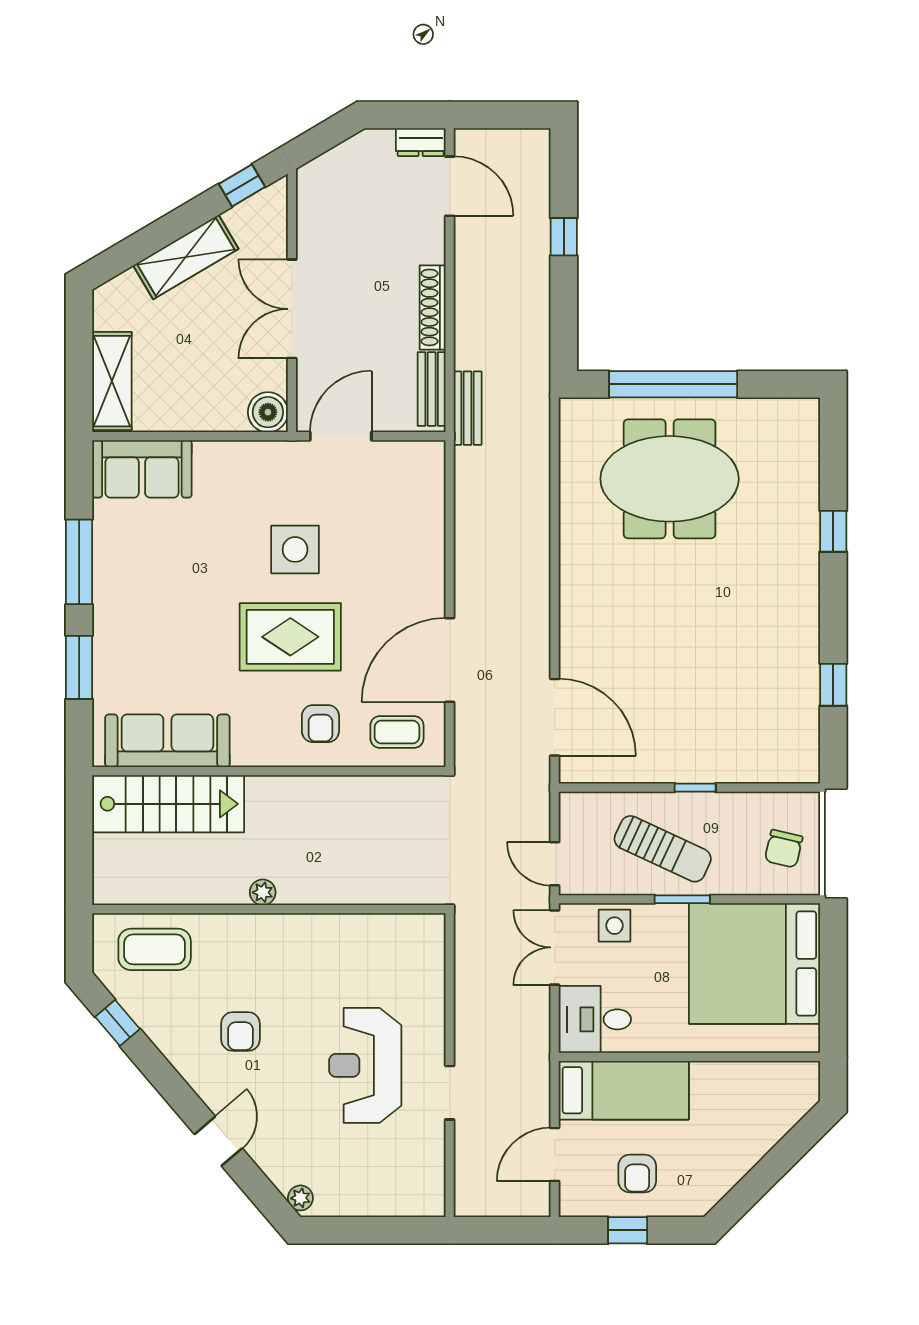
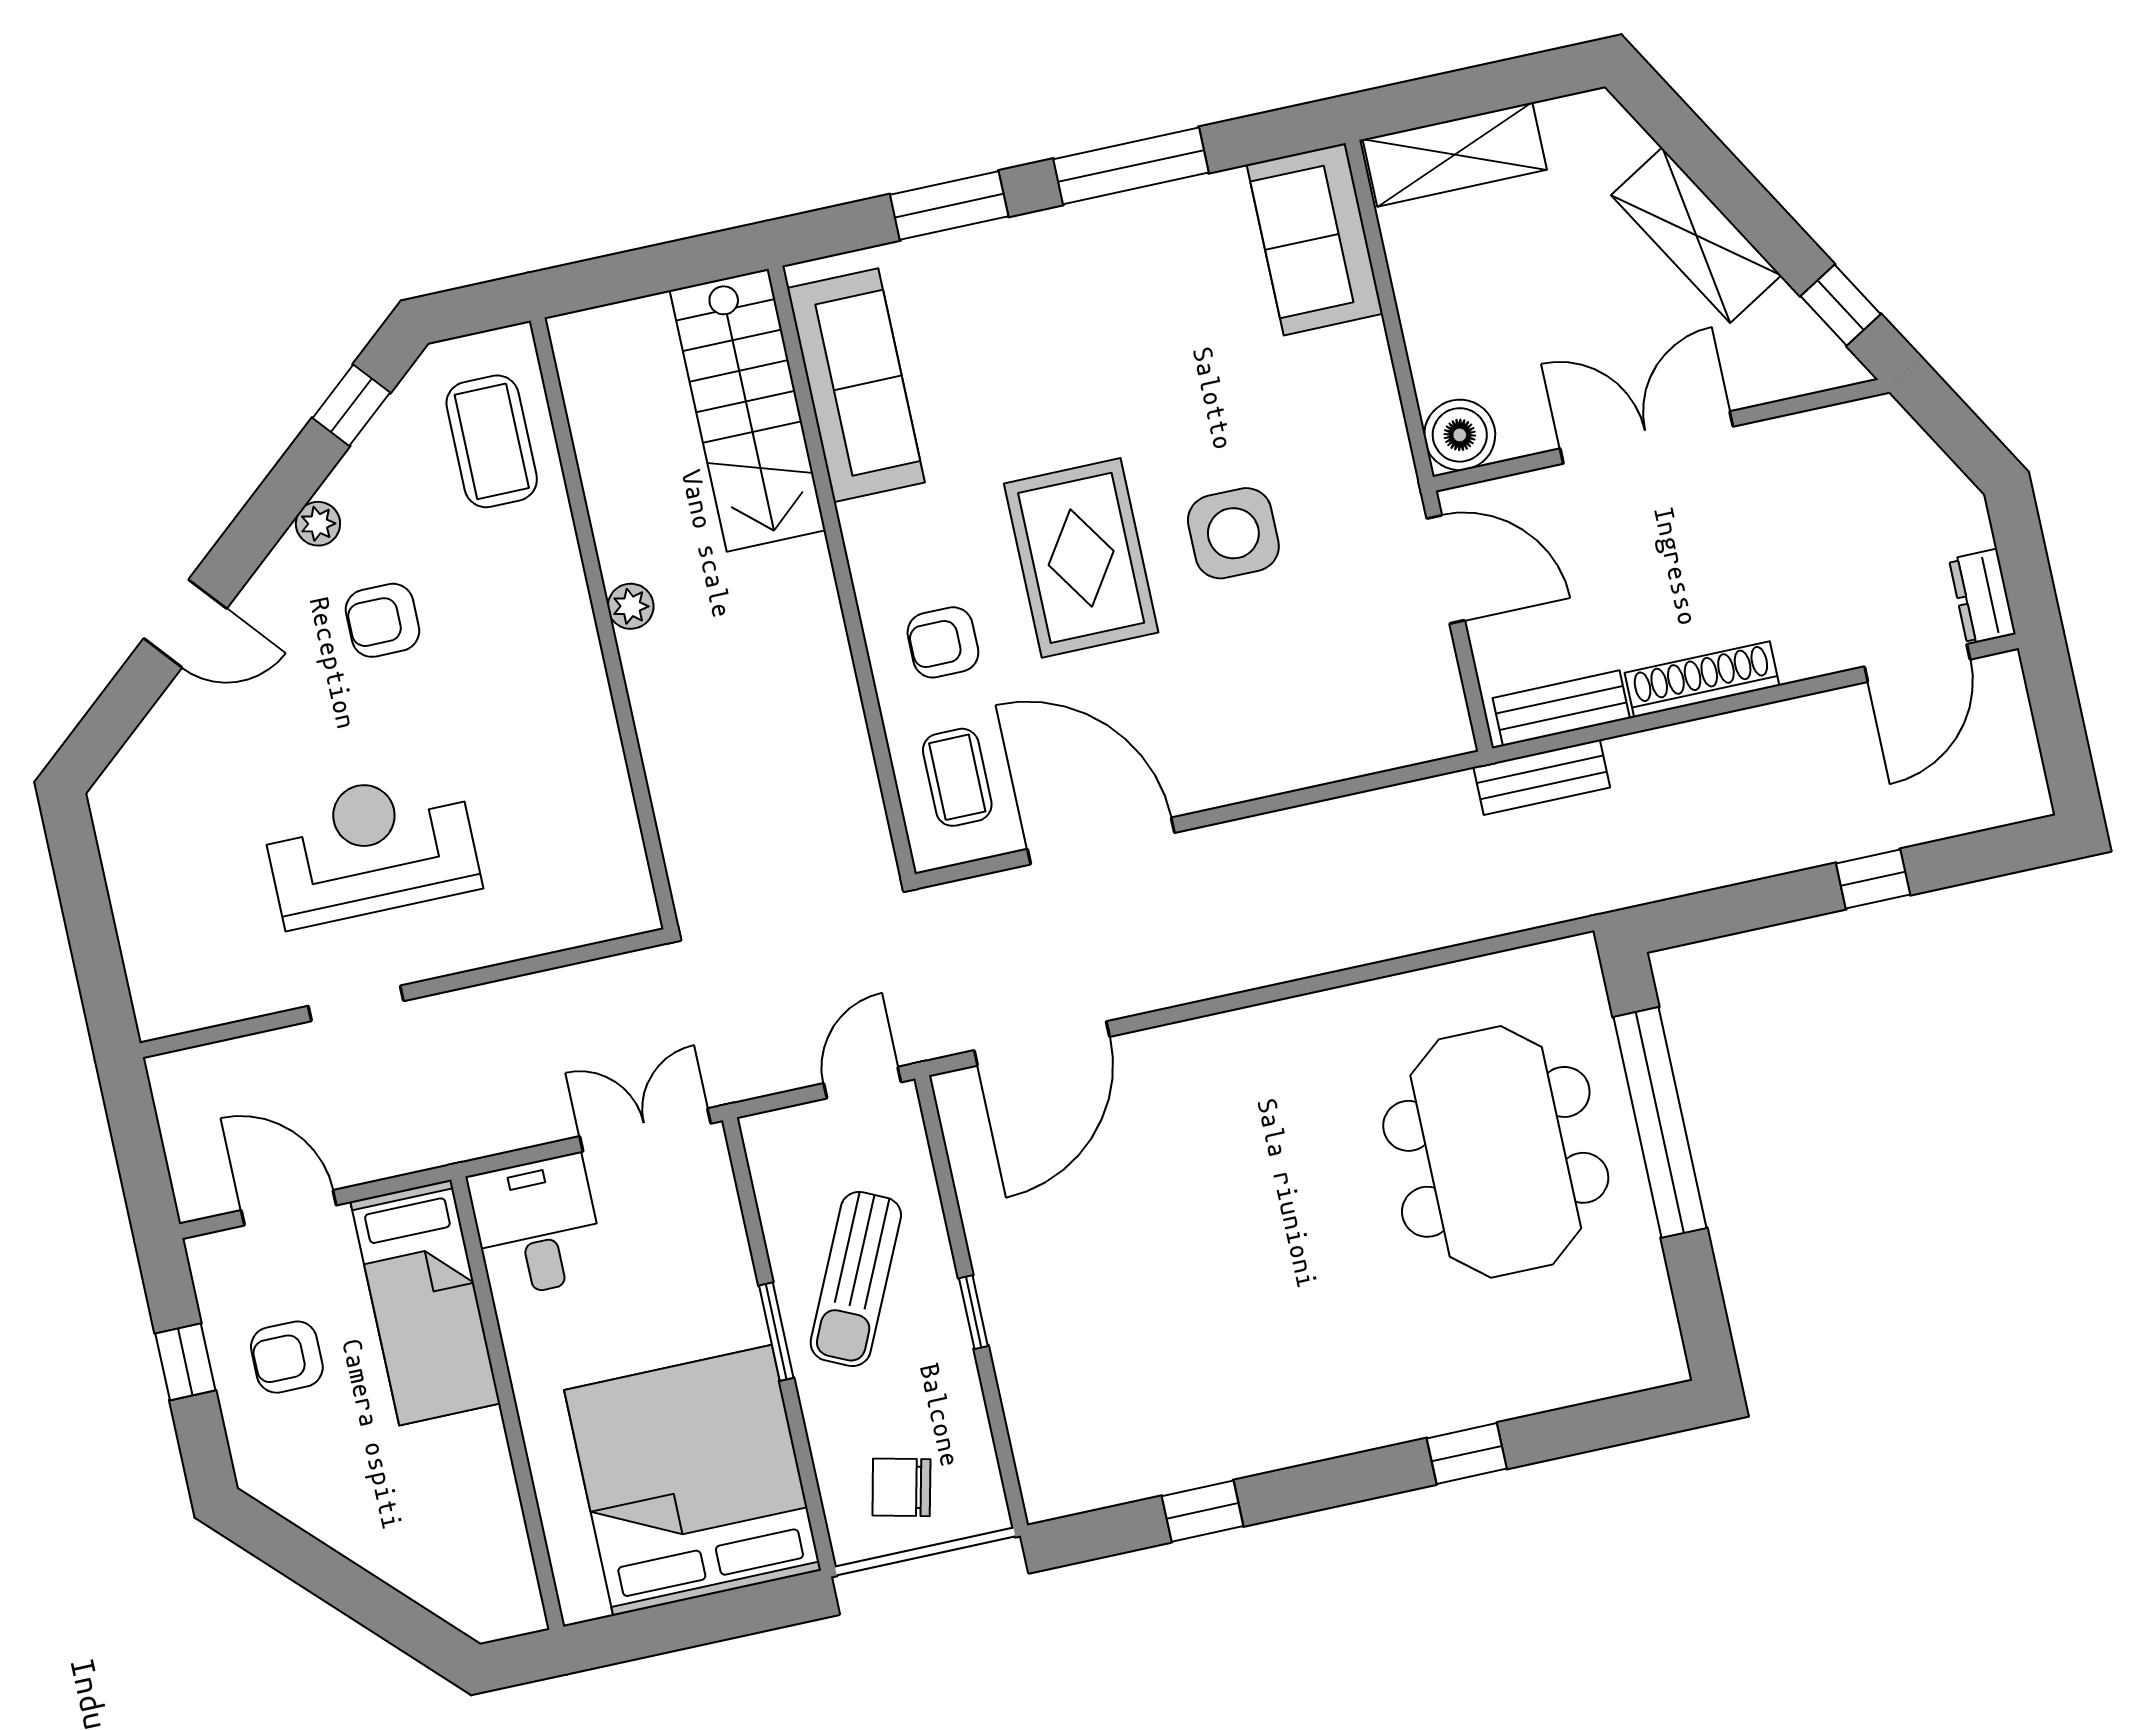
door: (555, 864) -> (862, 1083), moved
side table: (615, 926) -> (705, 1225), removed
plant: (300, 1198) -> (318, 524), moved

